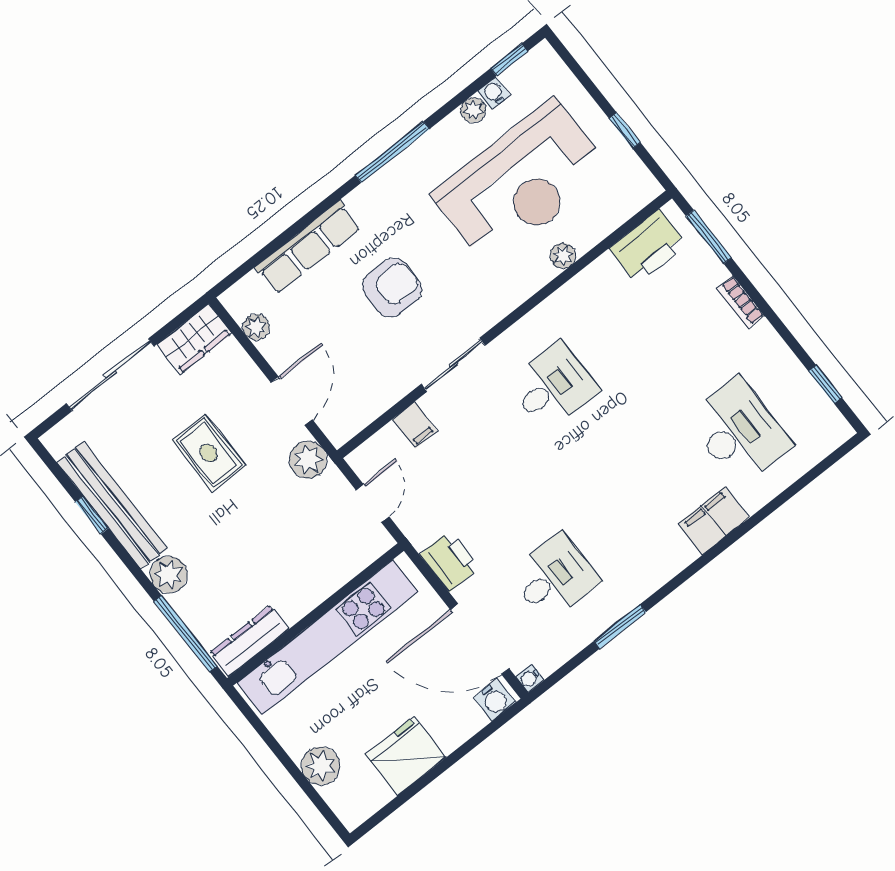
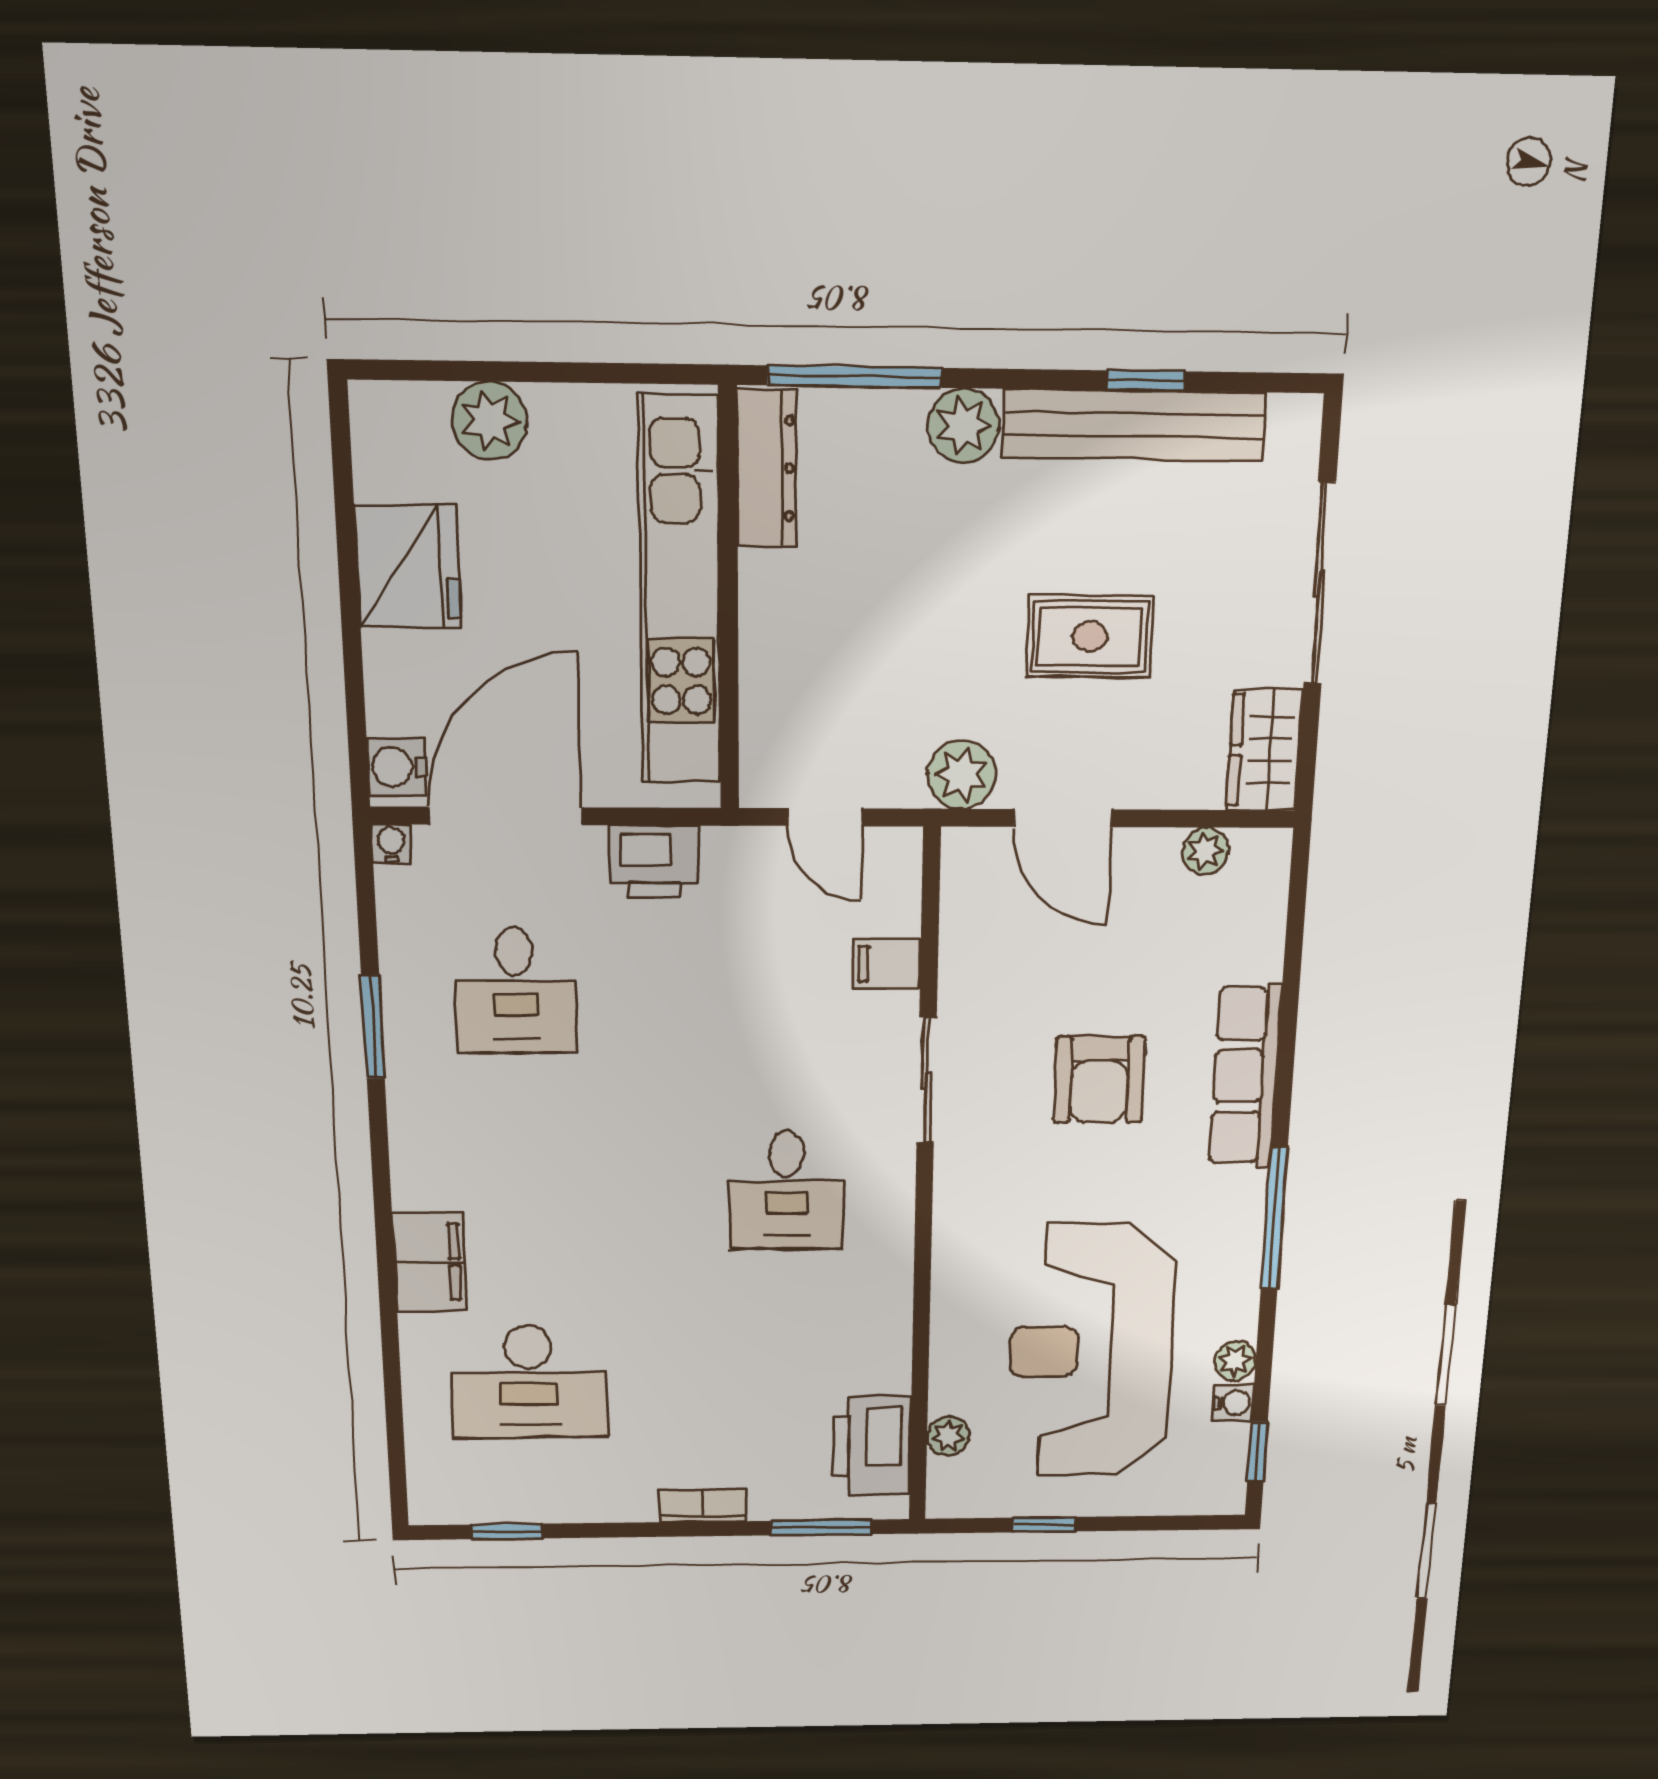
row of seats: (308, 247) -> (1245, 1076), moved
plant: (563, 256) -> (948, 1436), moved

